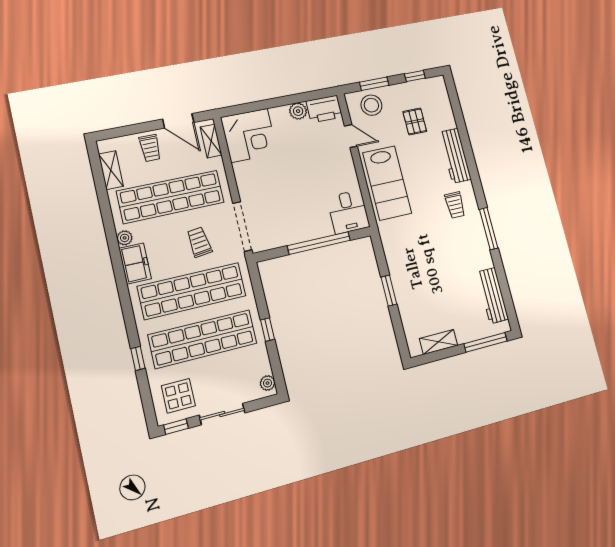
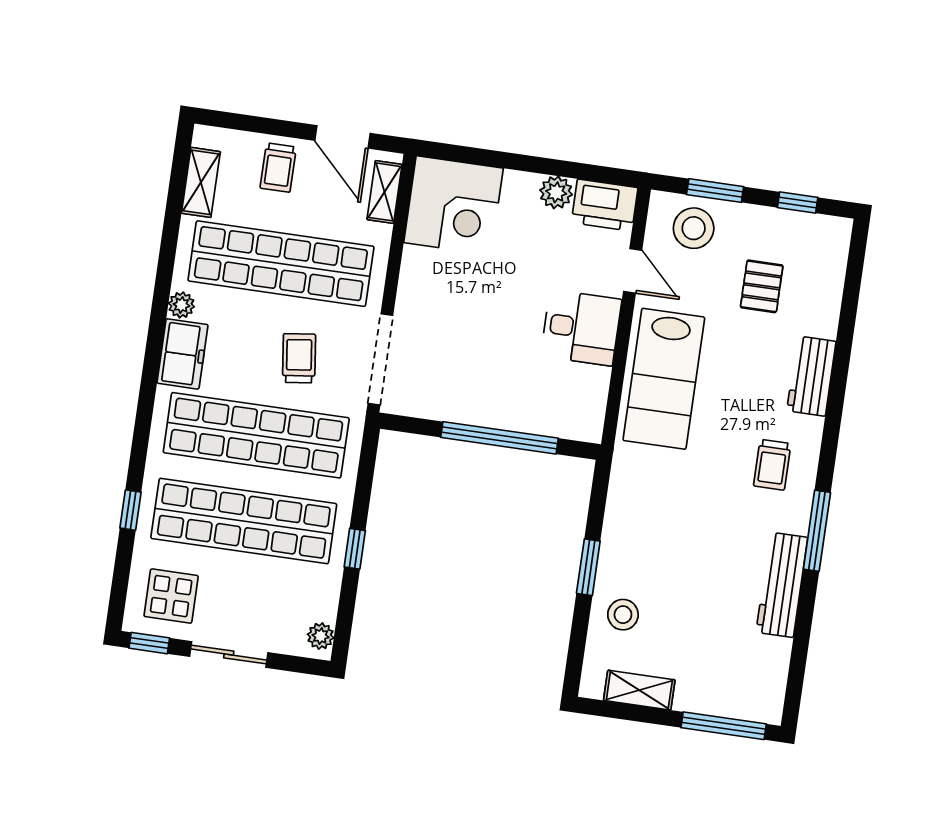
workbench: (455, 156) -> (811, 376), width x0.73
desk: (348, 212) -> (581, 328), moved, turned -90
workbench: (493, 296) -> (782, 585), moved
stool: (415, 307) -> (623, 615), added

